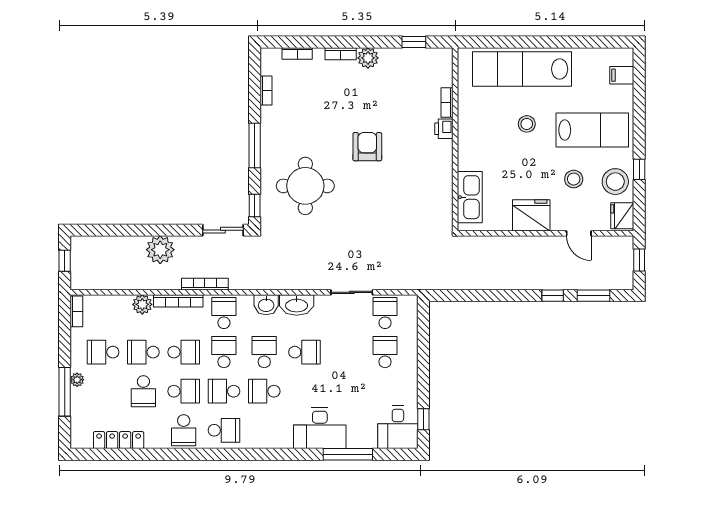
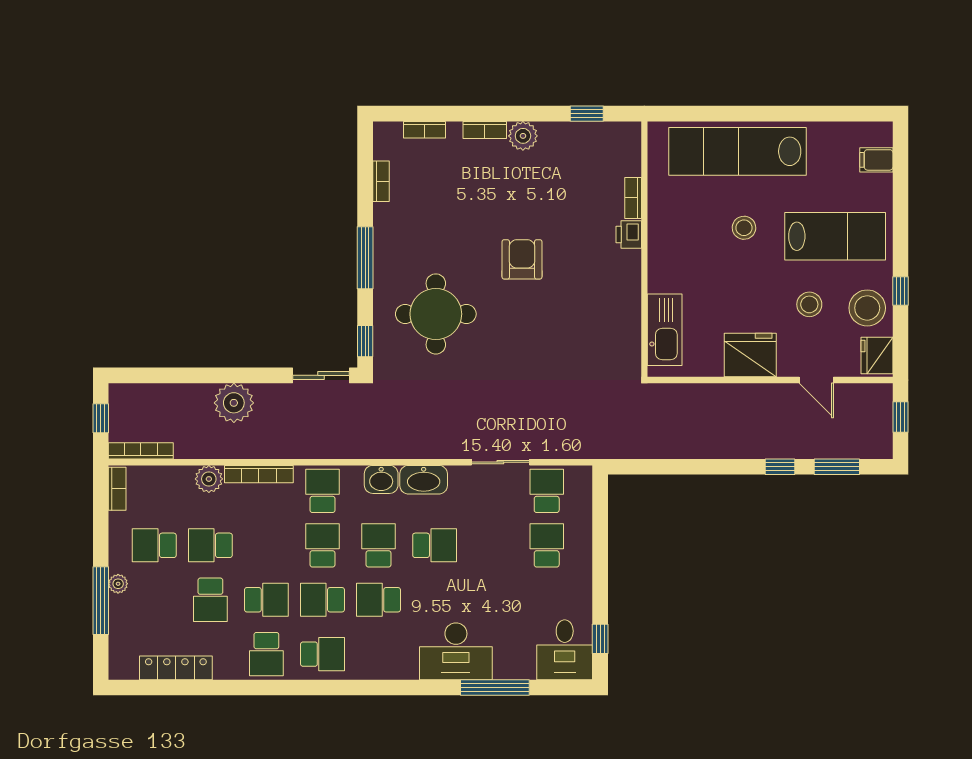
bookcase: (205, 284) -> (141, 451), moved
school desk: (184, 352) -> (266, 545), removed

